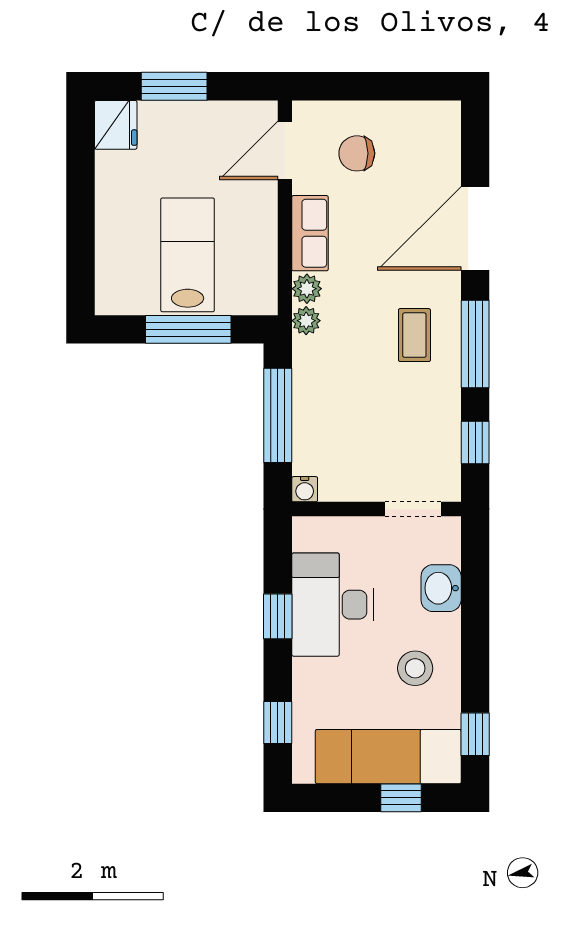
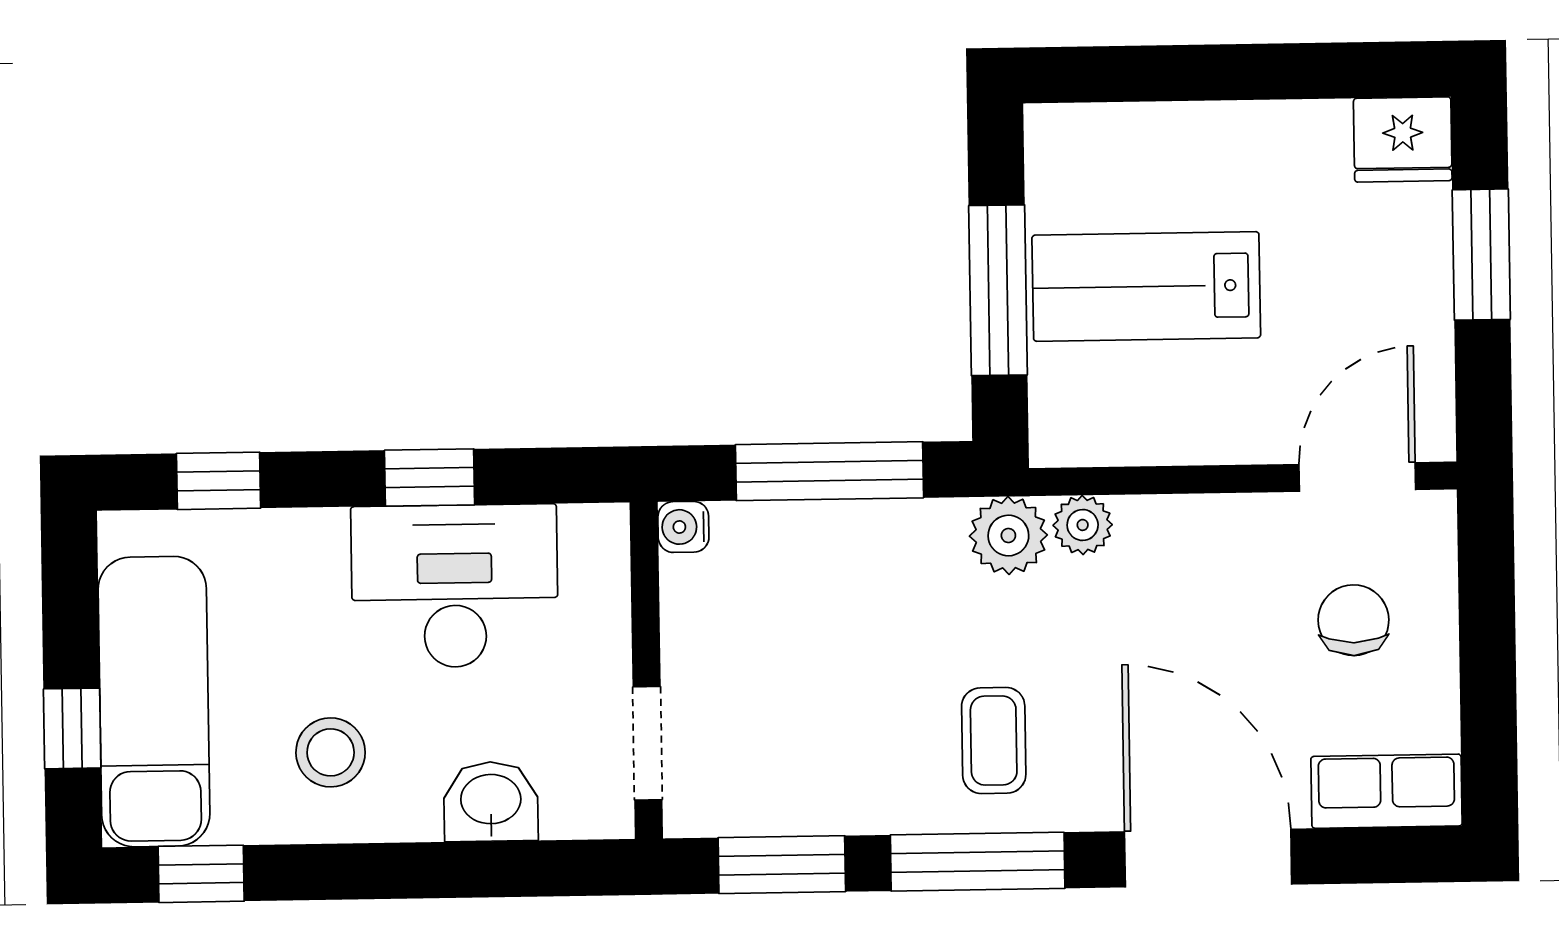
door: (285, 150) -> (1357, 477), hinge flipped
row of seats: (310, 233) -> (1387, 791), moved, turned 180
lab bench: (188, 255) -> (1146, 286), turned 180
plant: (306, 321) -> (1008, 536), width x1.38, depth x1.38
coffee table: (414, 335) -> (994, 741), turned 90
window: (475, 443) -> (782, 865), width x1.50

